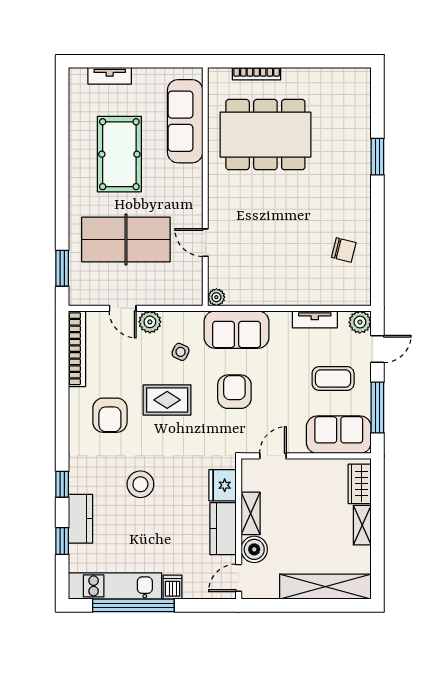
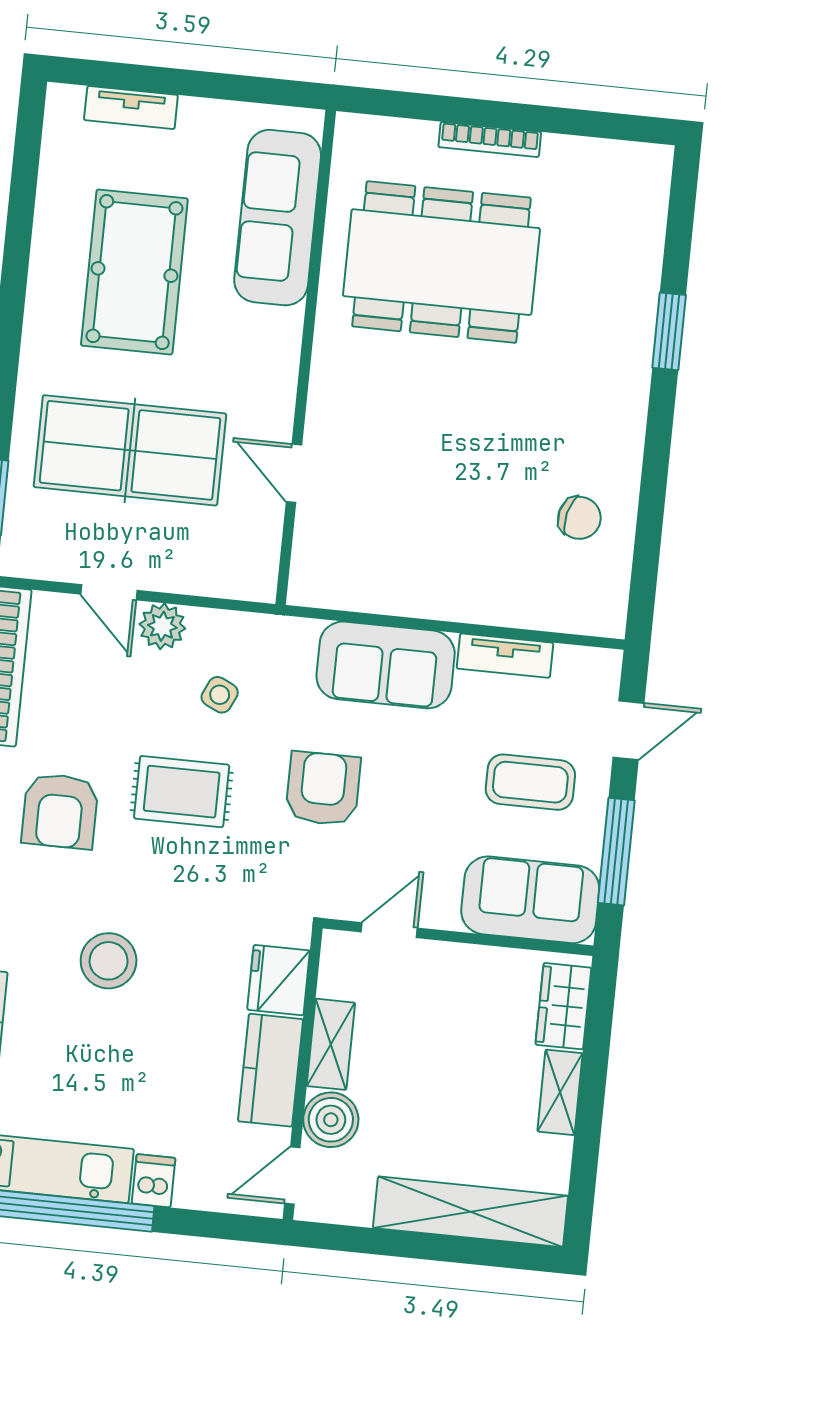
bookcase: (257, 74) -> (490, 139), moved
plant: (216, 297) -> (305, 589), removed
plant: (360, 322) -> (598, 671), removed
sofa: (237, 330) -> (386, 665), moved

